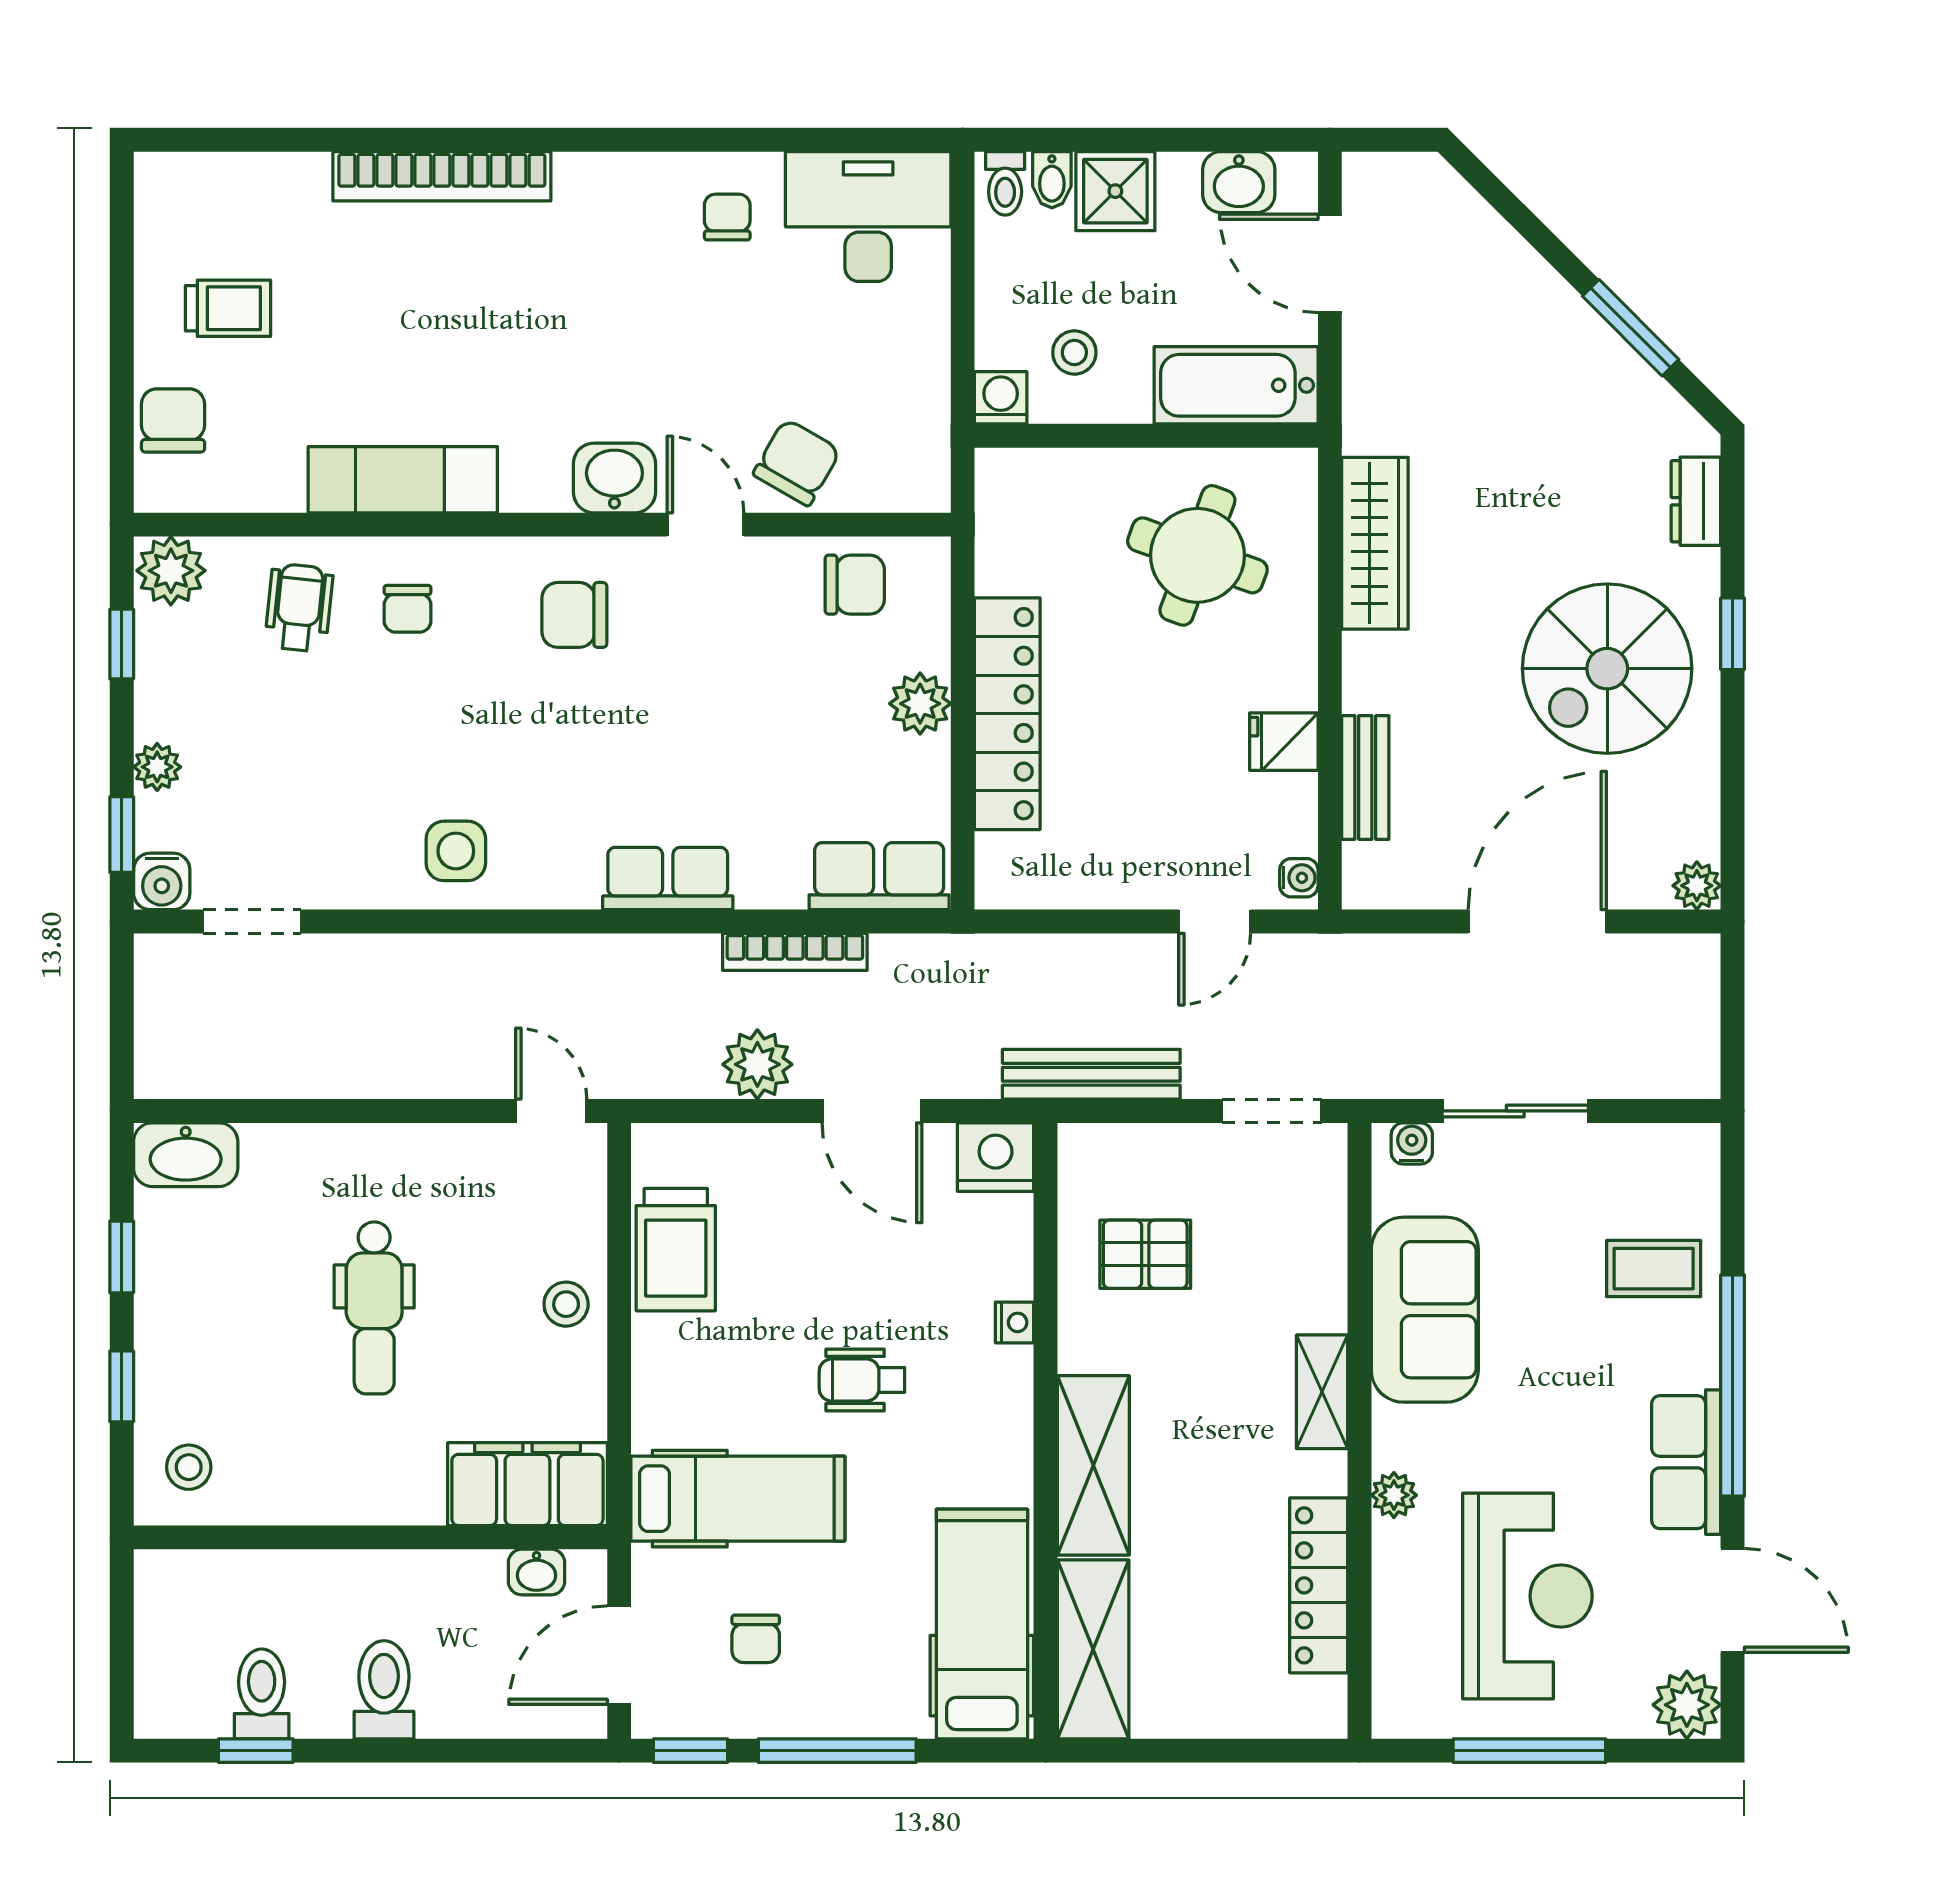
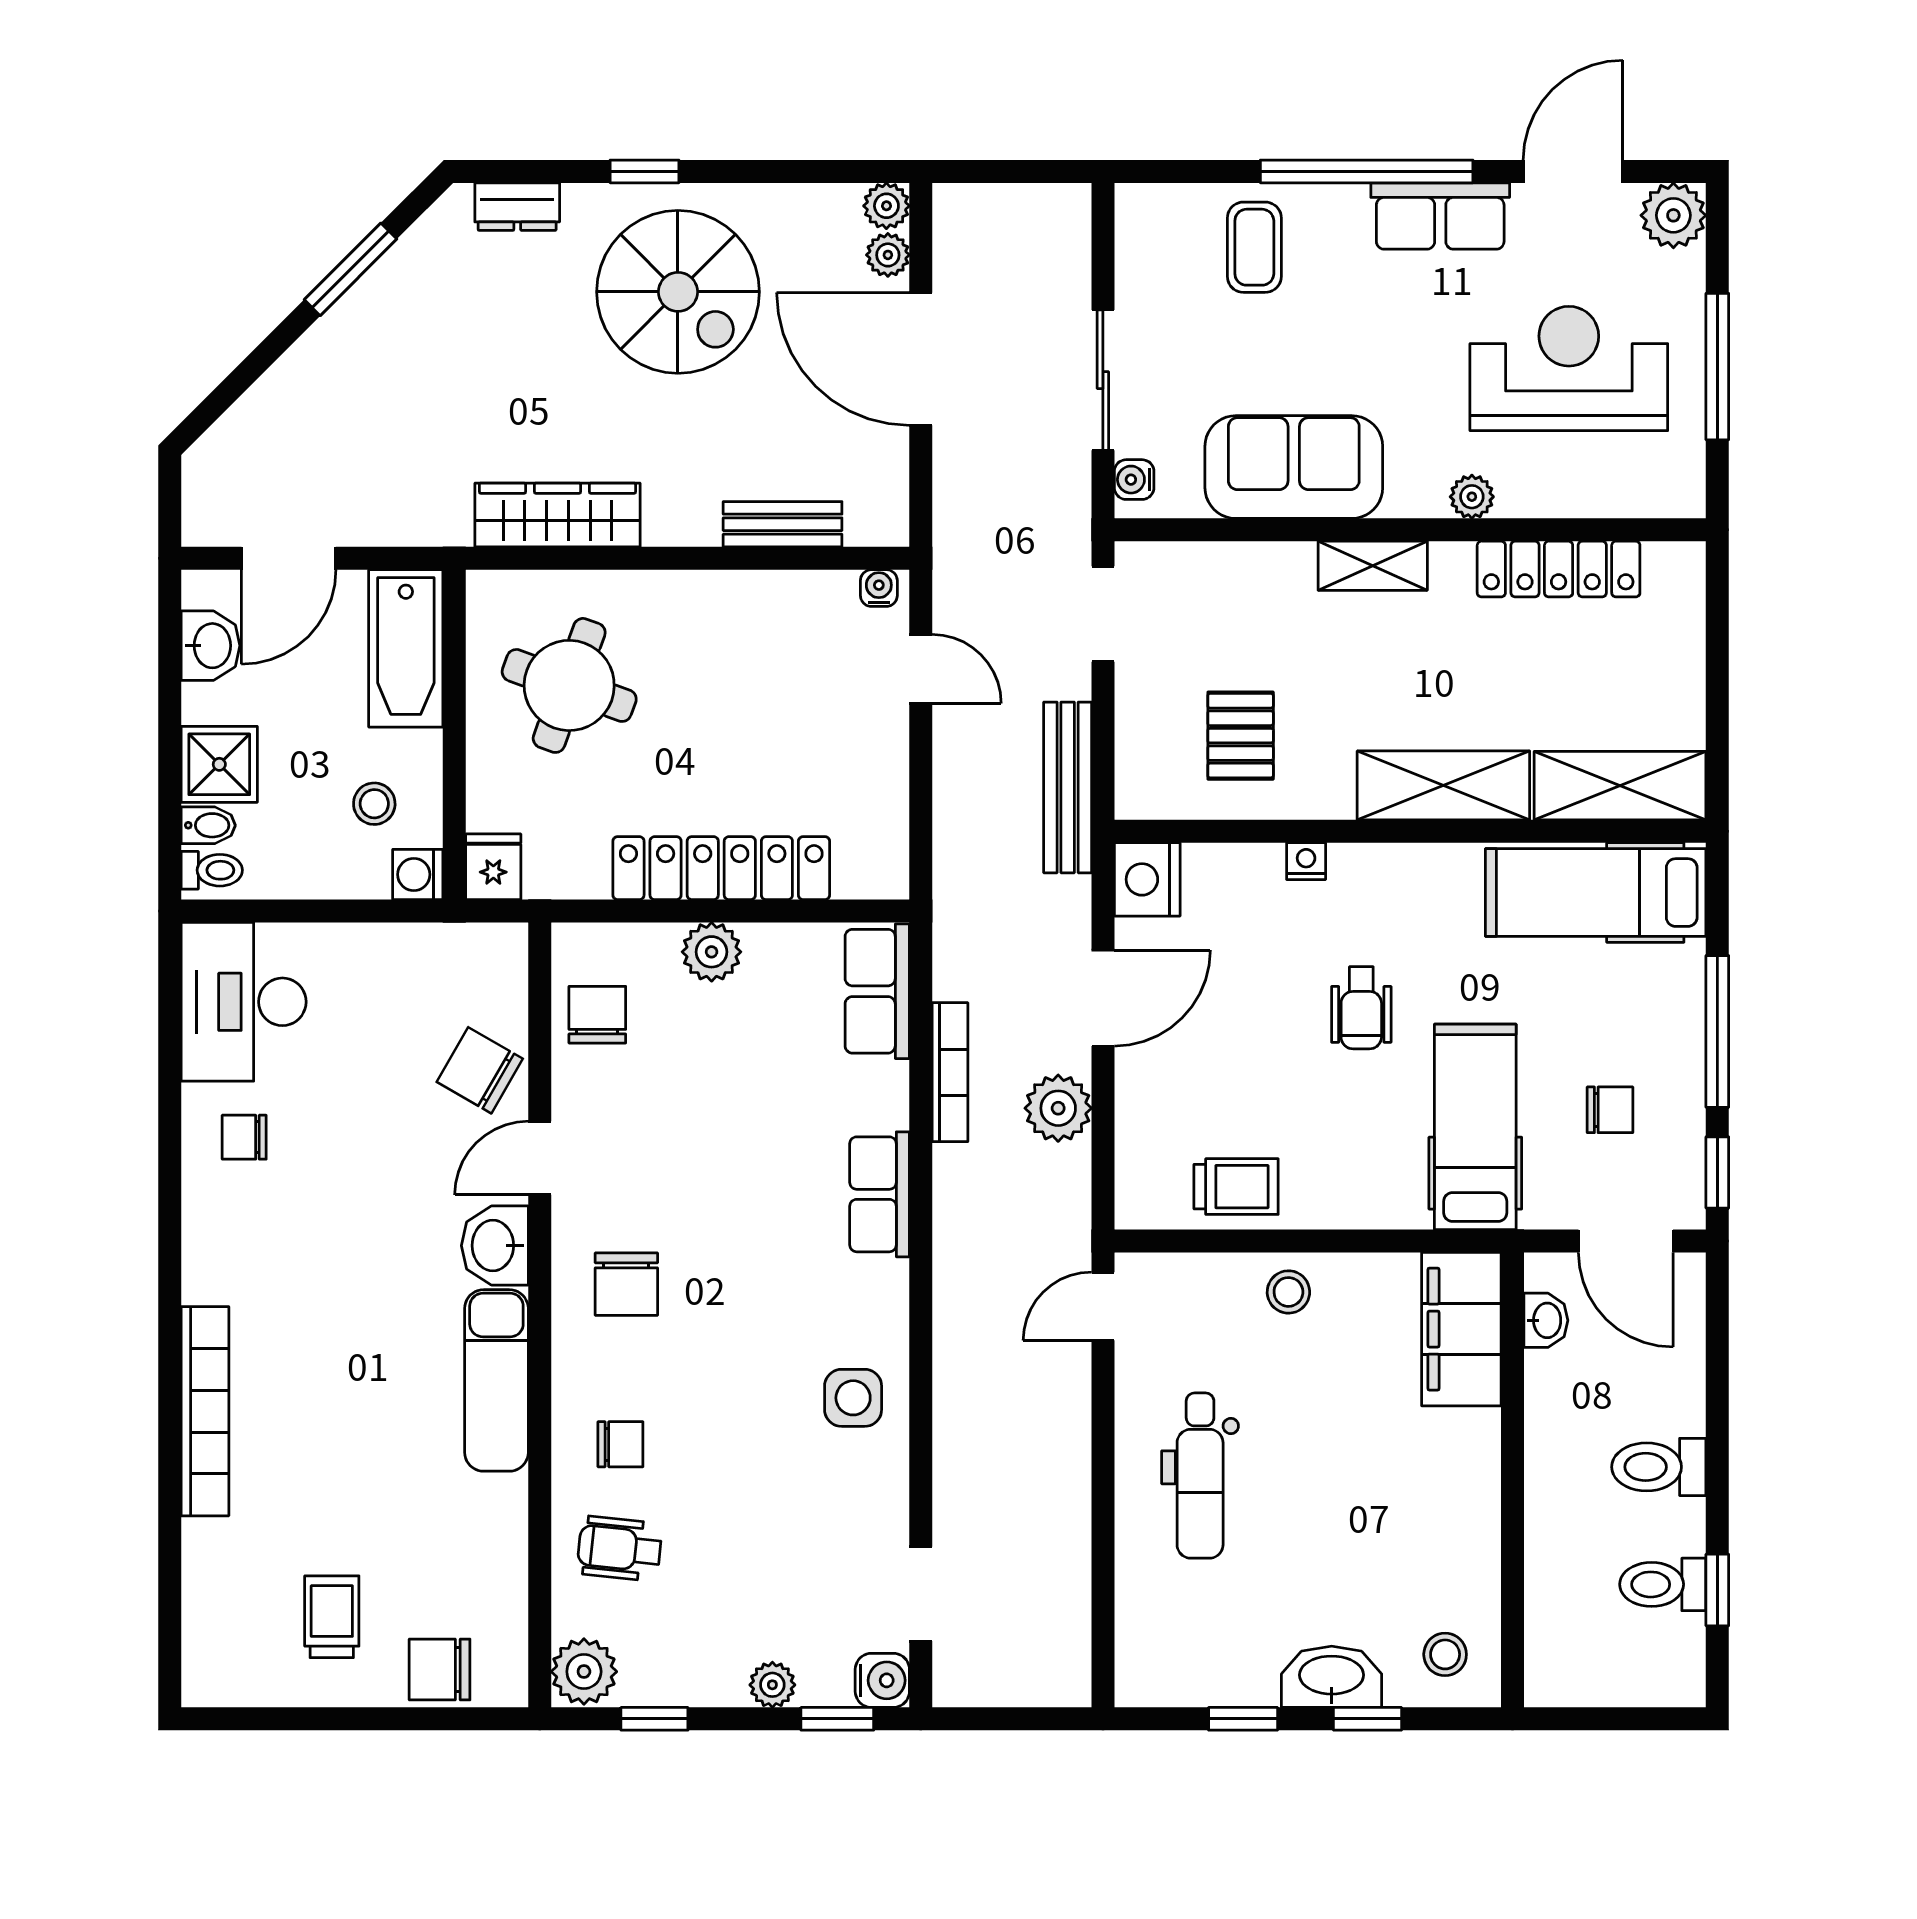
exam couch: (403, 480) -> (496, 1380), moved
fridge: (1284, 742) -> (493, 867), moved, turned 180
plant: (1646, 887) -> (888, 255), added
washbasin: (186, 1155) -> (1332, 1677), moved, turned -90
trolley: (676, 1250) -> (1236, 1187), width x0.73, depth x0.72
dental chair: (374, 1308) -> (1200, 1476), moved, turned 90

